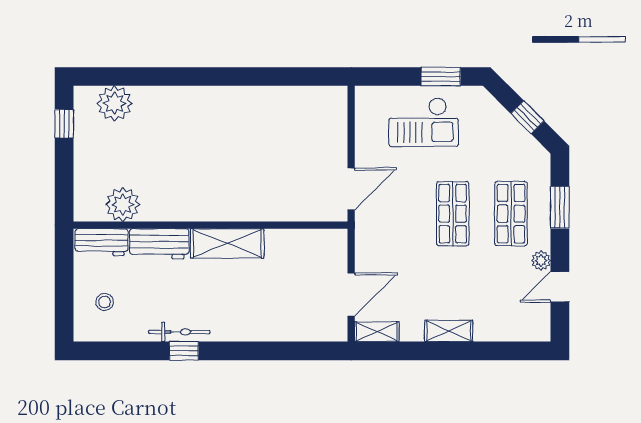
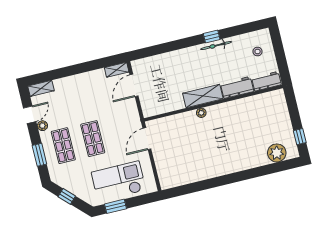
checkout: (424, 122) -> (119, 181), width x1.36, depth x1.21
plant: (123, 205) -> (201, 113), moved, width x0.53, depth x0.53
shelving: (449, 331) -> (41, 88), moved

